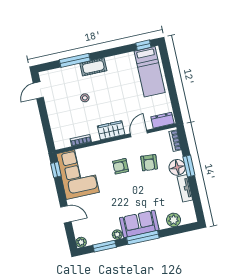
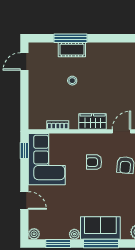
cot: (93, 67) -> (72, 50), moved

